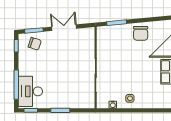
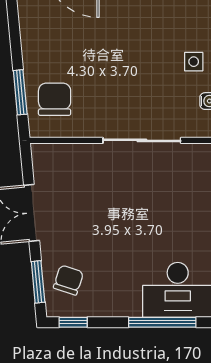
chair: (141, 33) -> (55, 99), moved, turned -90

